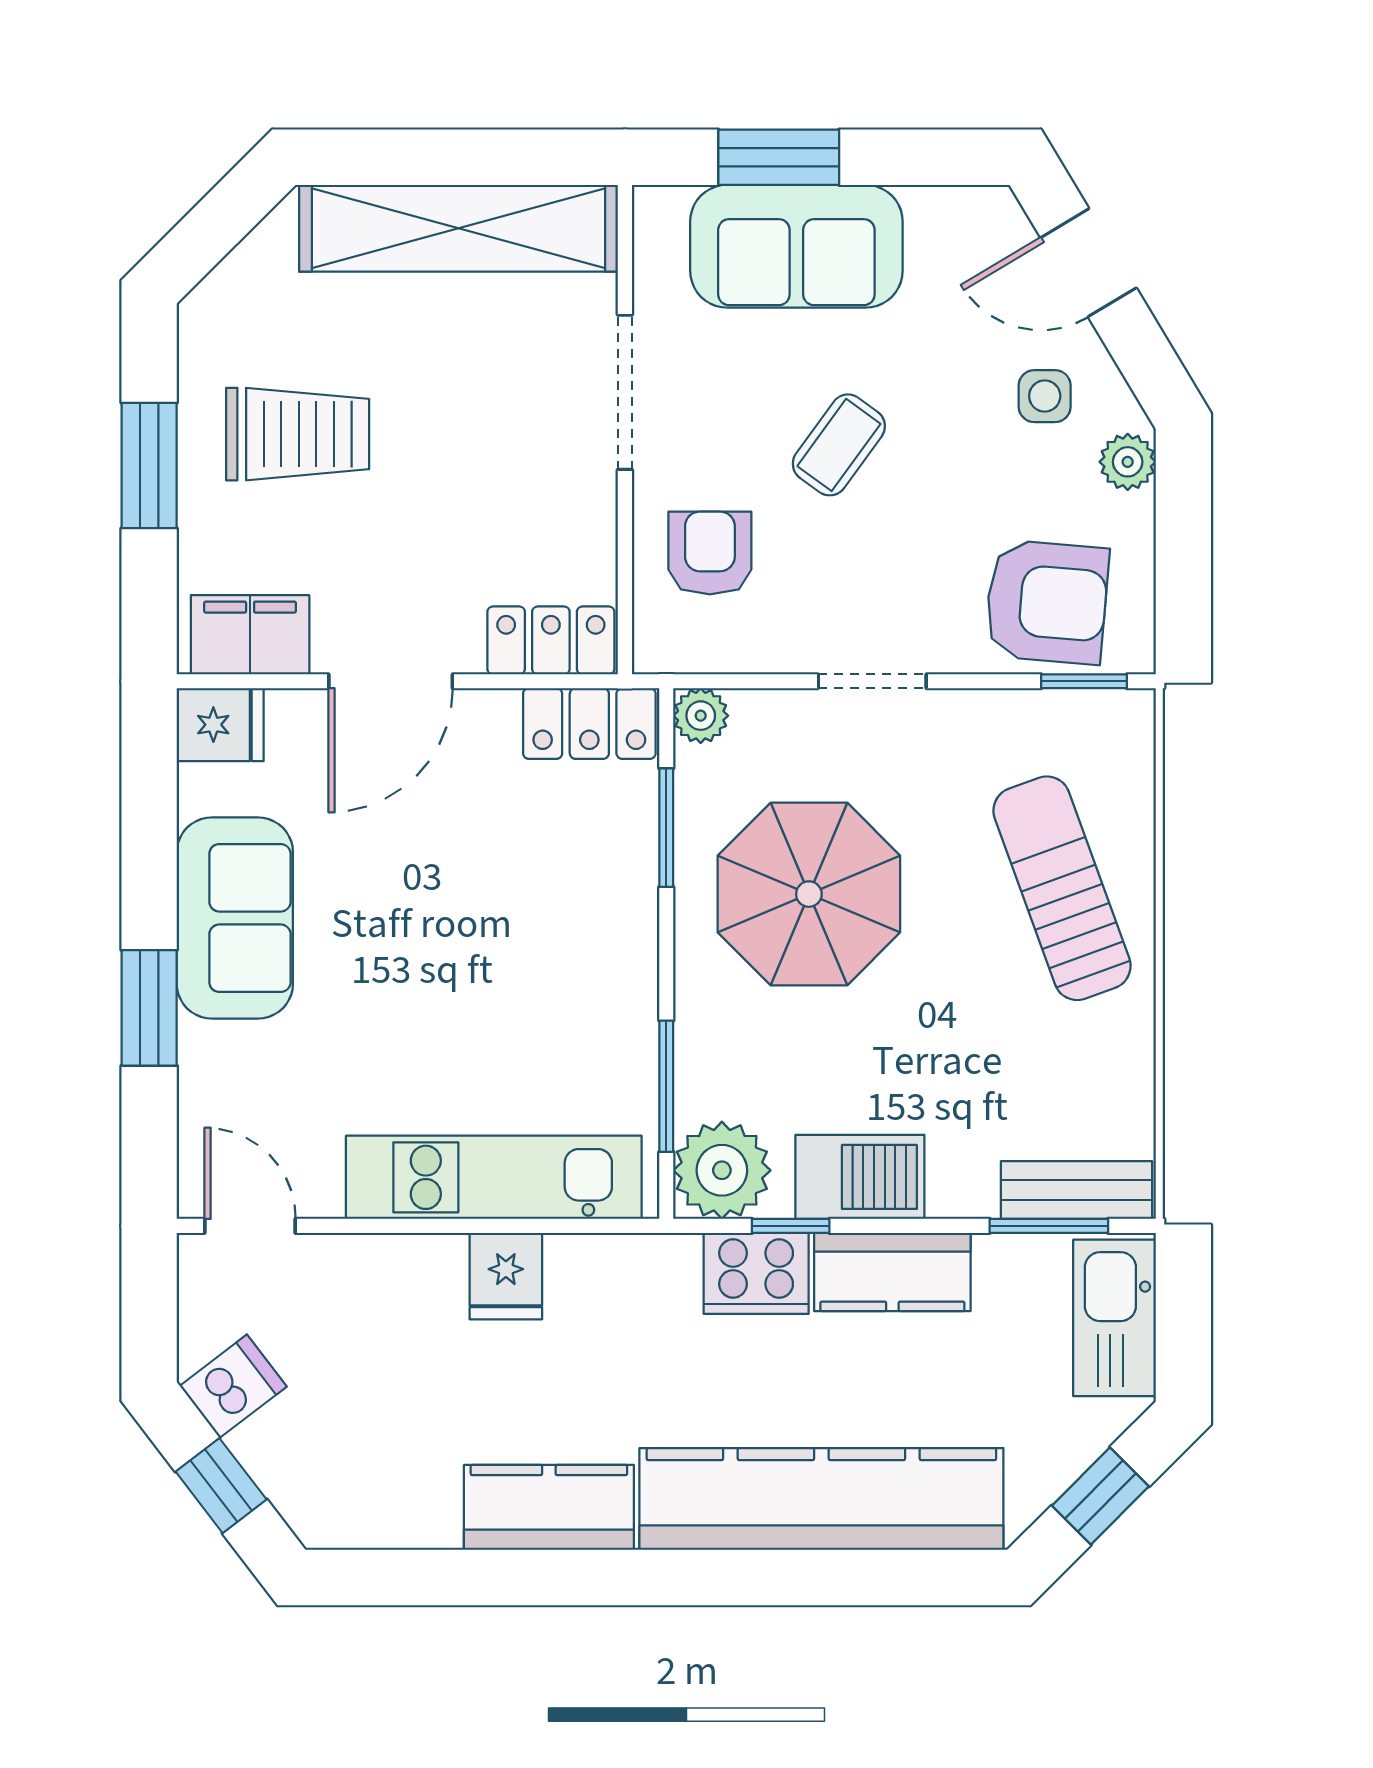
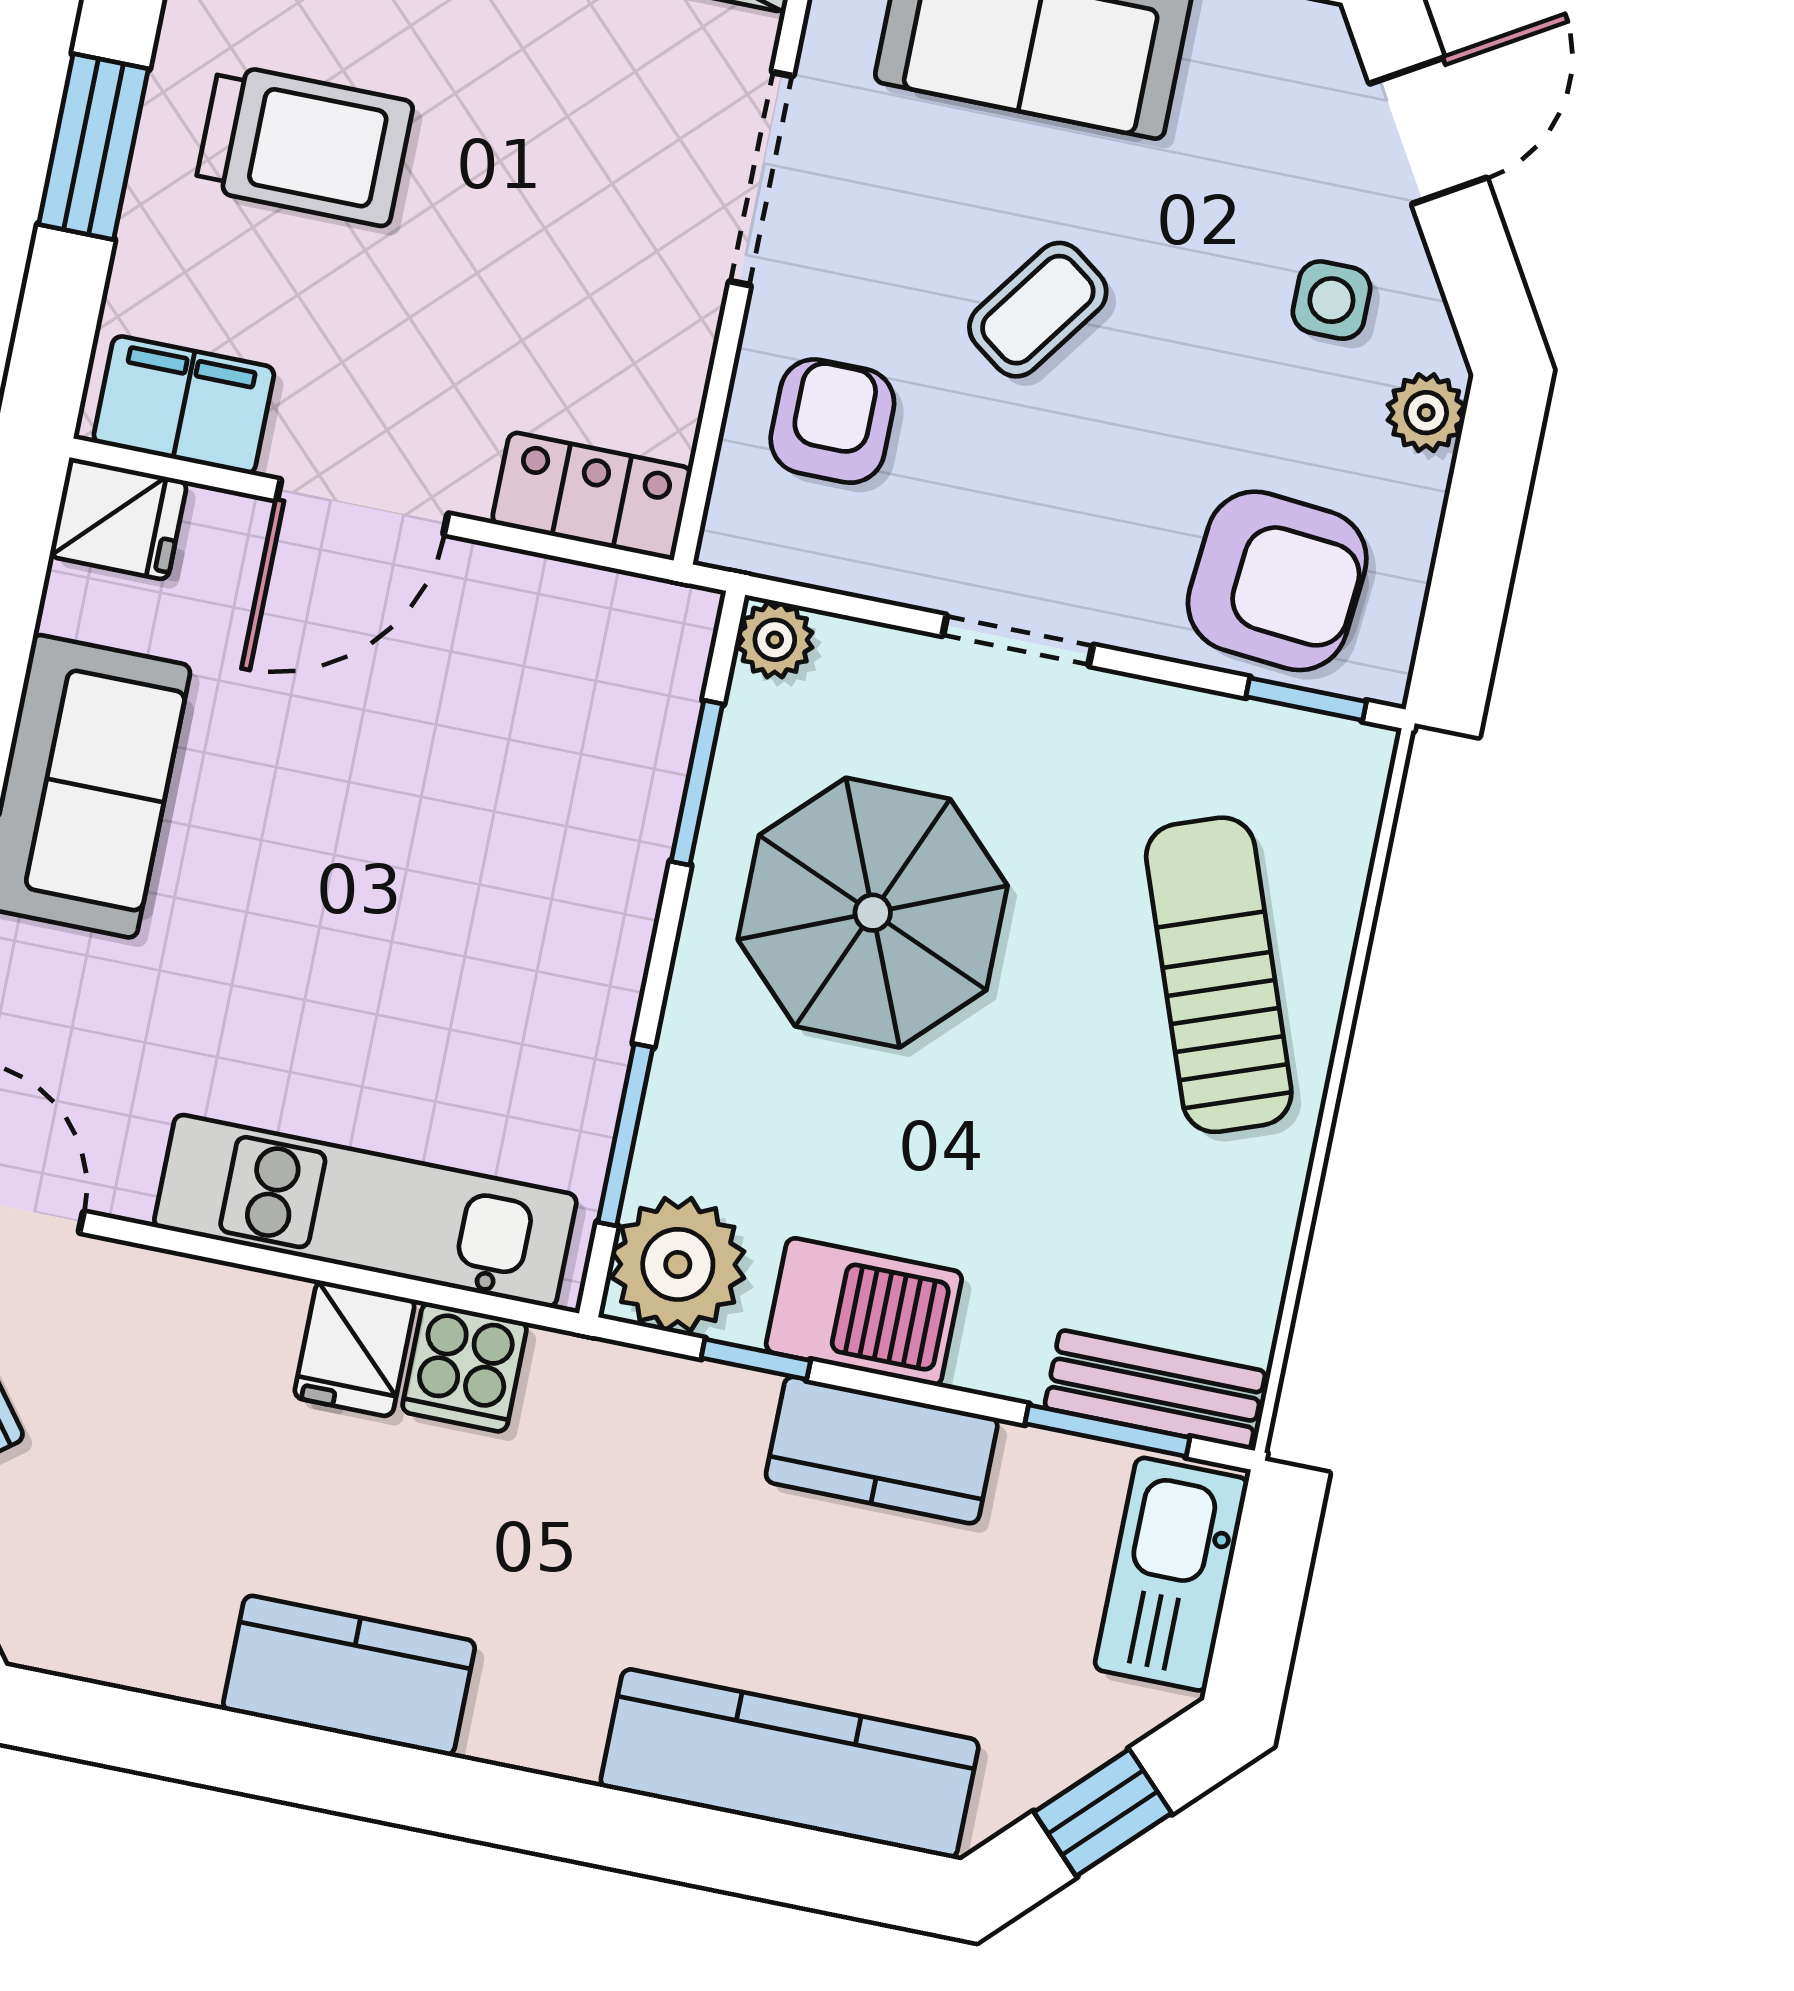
door: (1088, 263) -> (1428, 131), swing flipped
locker: (589, 723) -> (621, 620), removed
cooker: (756, 1273) -> (465, 1367), moved, width x0.73
kitchen counter: (821, 1499) -> (790, 1763), width x0.72, depth x0.86

